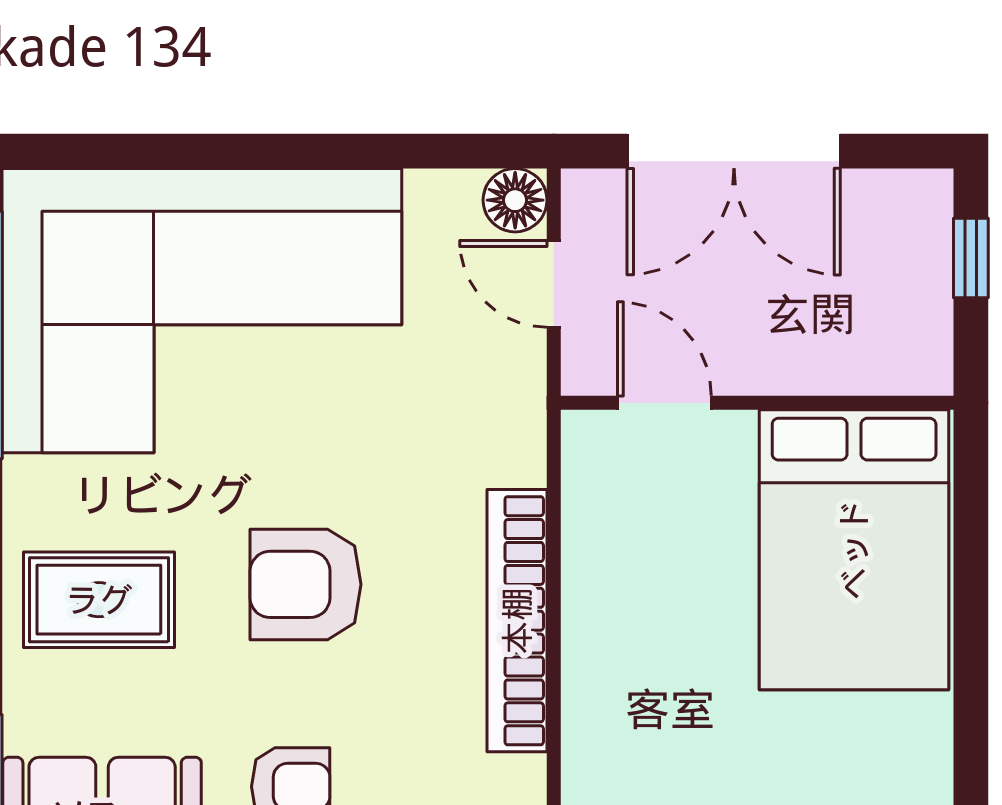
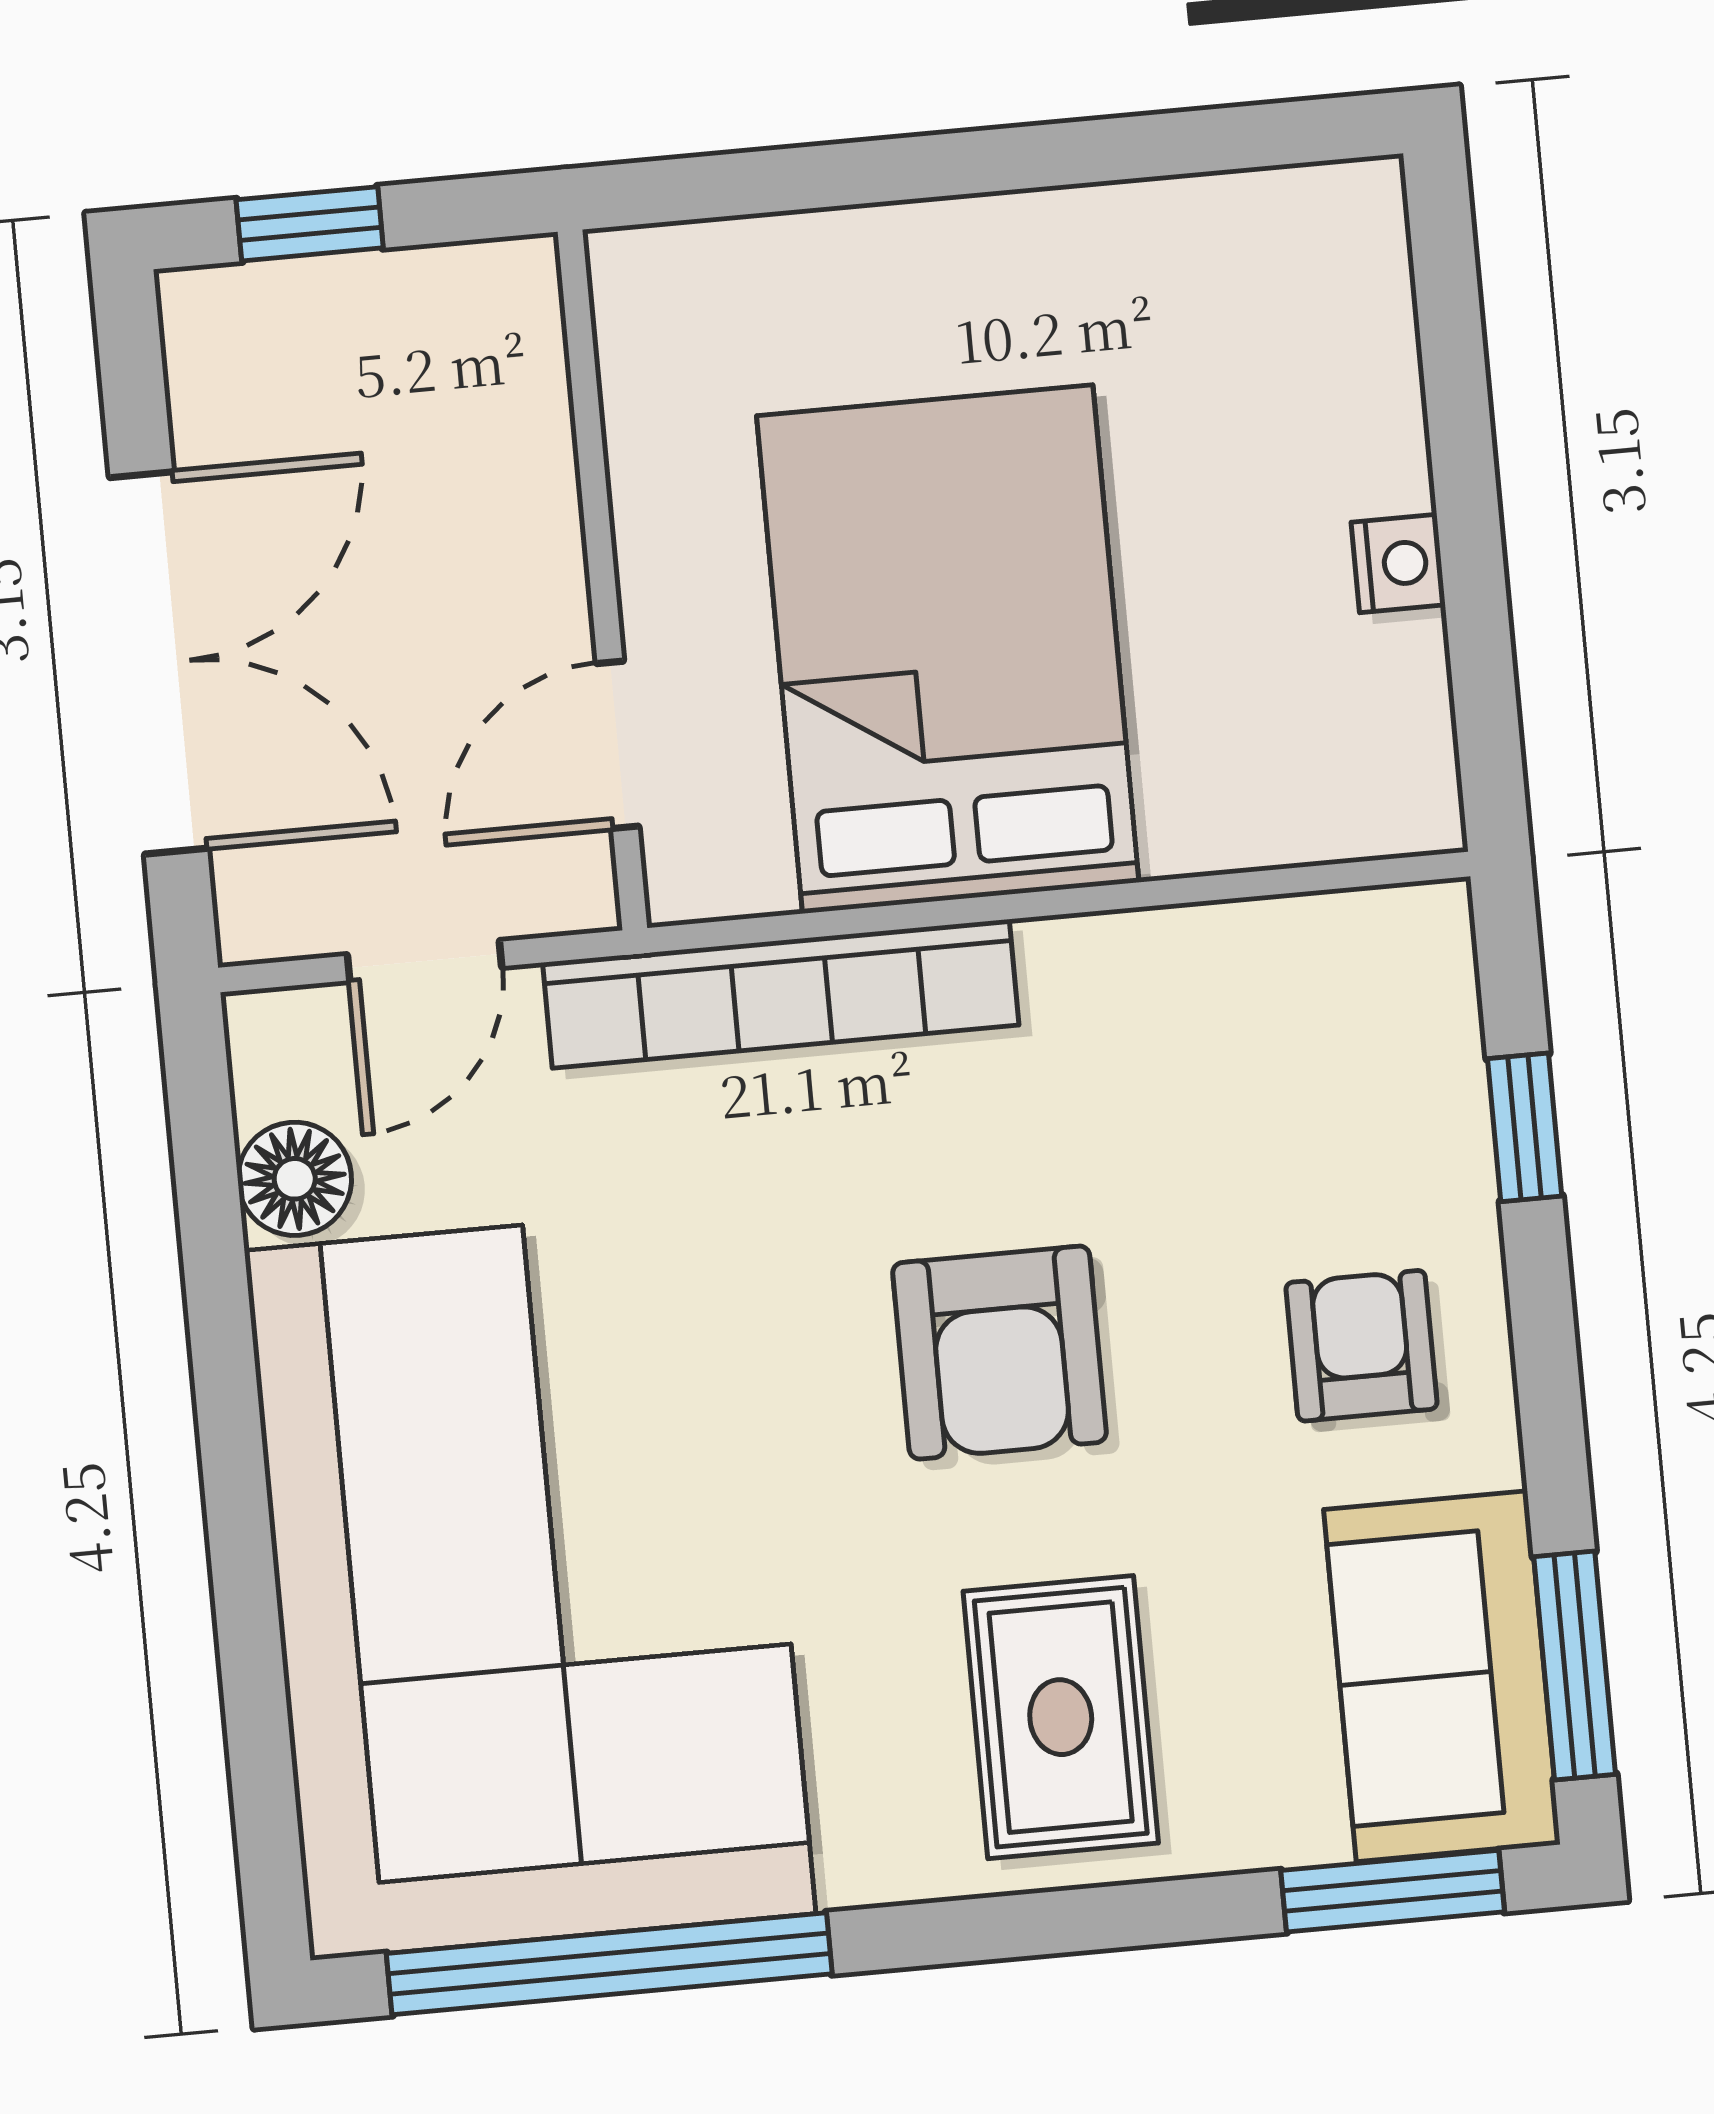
floor lamp: (515, 200) -> (295, 1179), moved
bed: (854, 550) -> (948, 649), moved, turned -90
bookcase: (517, 621) -> (781, 994), moved

